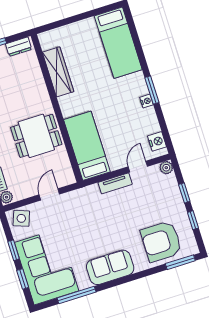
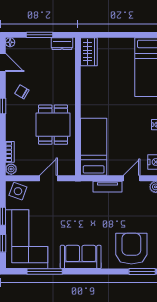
wardrobe: (58, 72) -> (89, 52), moved, width x0.67
dining table: (36, 136) -> (53, 125), turned 90
armchair: (161, 241) -> (131, 249), turned 90

